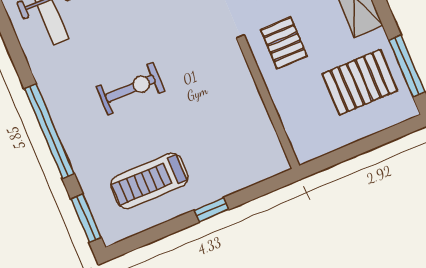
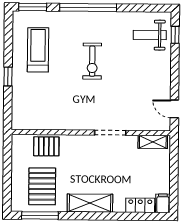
pallet: (284, 43) -> (46, 146), moved

